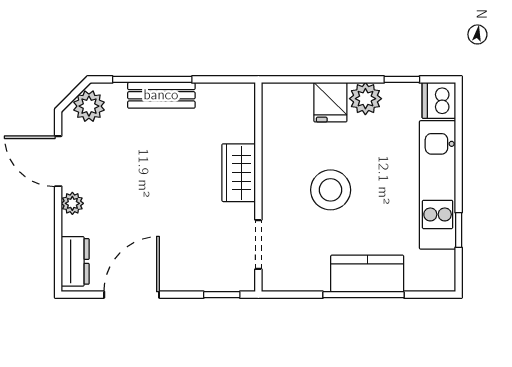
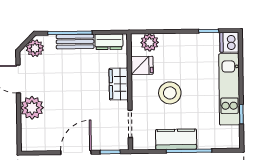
plant: (365, 99) -> (150, 42), moved
fridge: (330, 102) -> (142, 65), moved, turned -90
plant: (72, 203) -> (32, 108), width x1.88, depth x1.88
dresser: (75, 261) -> (109, 42), moved, turned 90
kitchen counter: (367, 273) -> (176, 139), moved
door: (132, 295) -> (76, 152), moved

